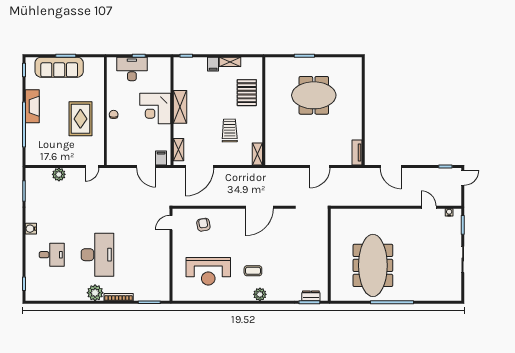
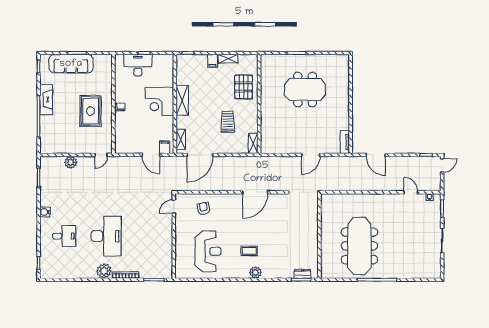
reception desk: (208, 271) -> (208, 251), turned -90

